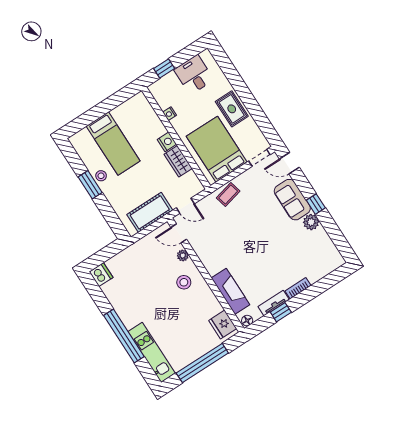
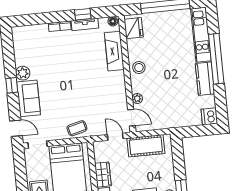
stool: (184, 282) -> (139, 68), moved
kitchen counter: (125, 310) -> (205, 79), added

